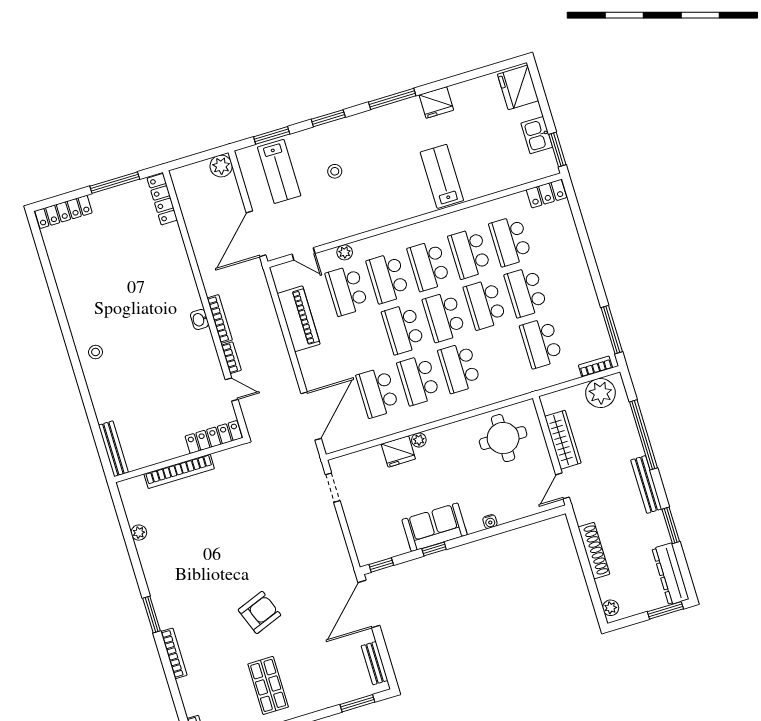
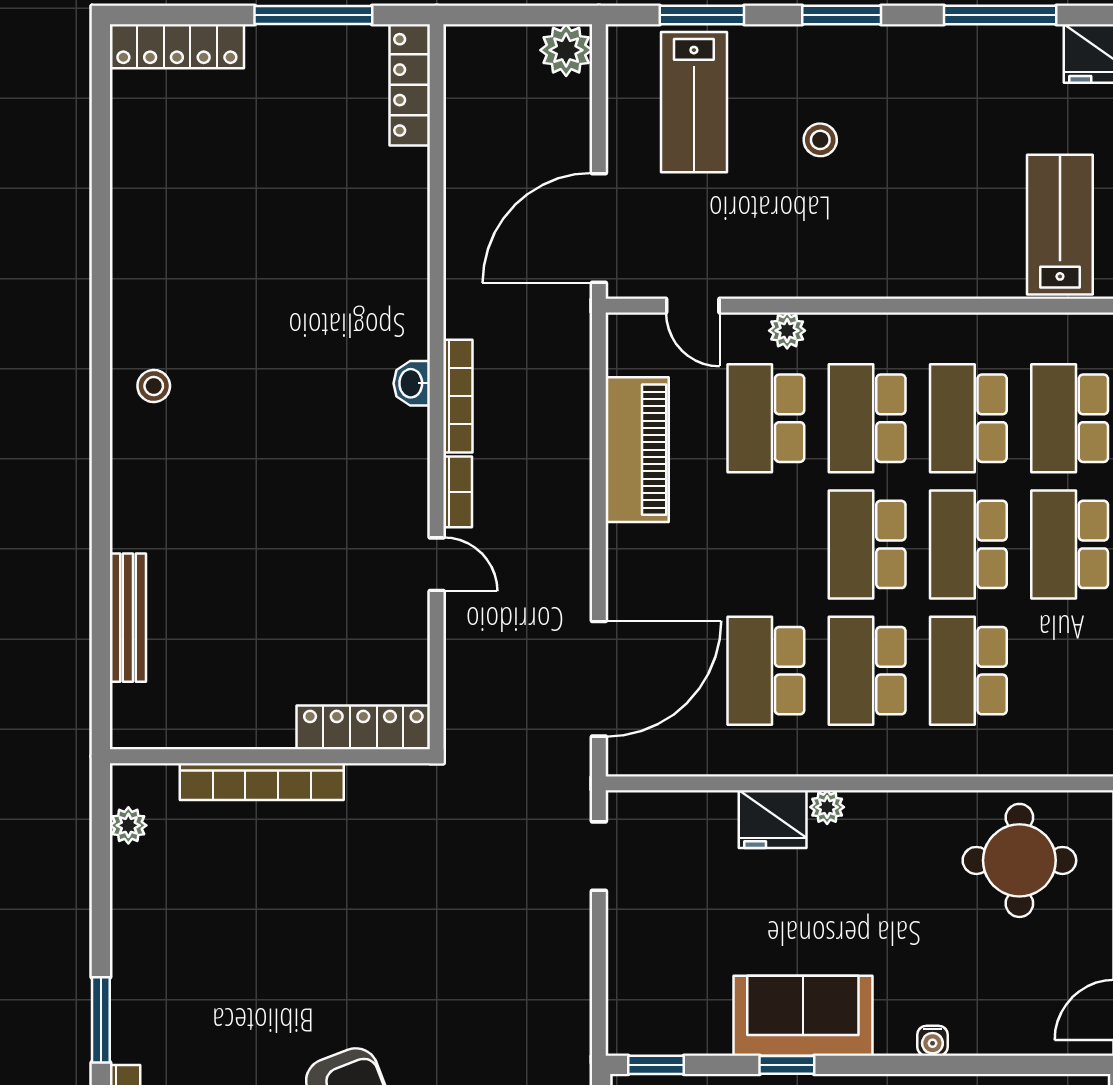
locker: (214, 437) -> (363, 727), moved
wall: (179, 460) -> (270, 756), moved
bookcase: (179, 471) -> (262, 782), moved

